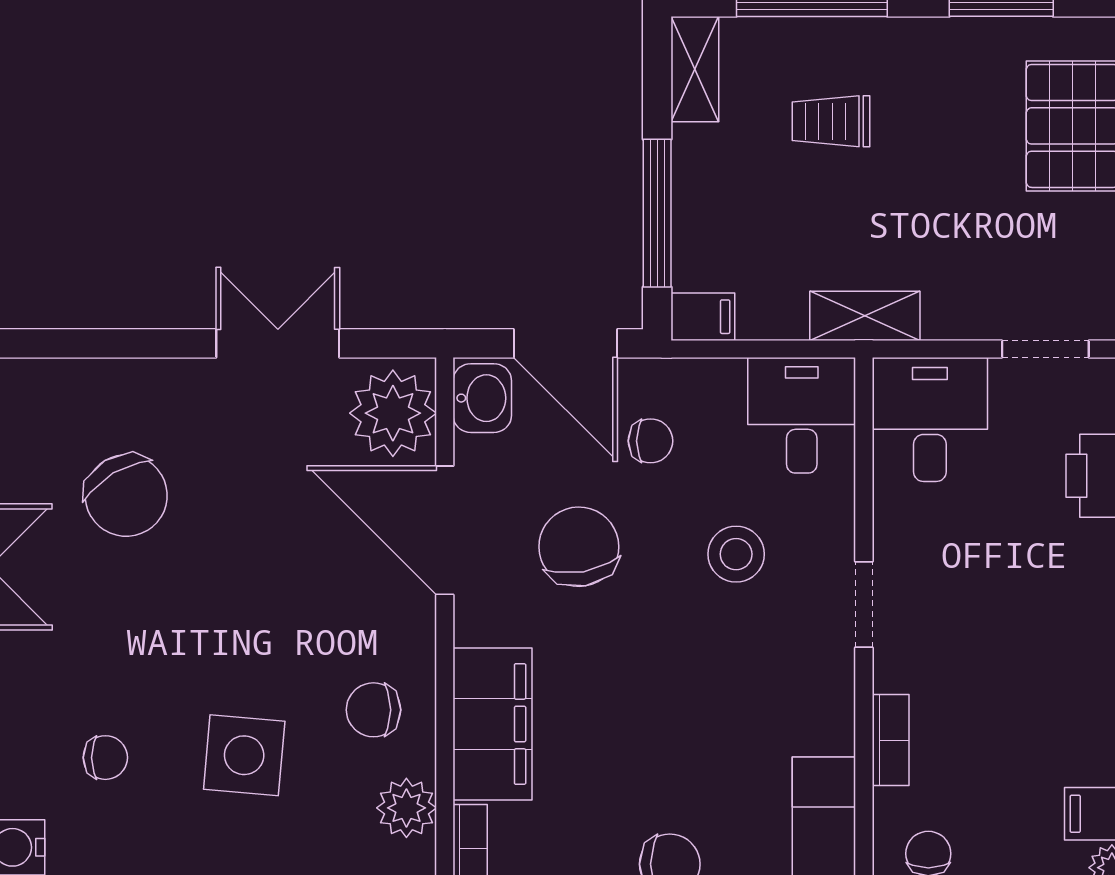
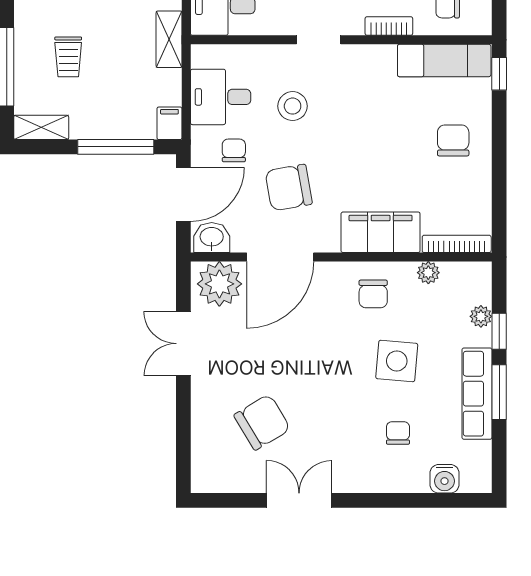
desk: (802, 415) -> (221, 97), moved
plant: (406, 808) -> (428, 273), width x0.73, depth x0.73

